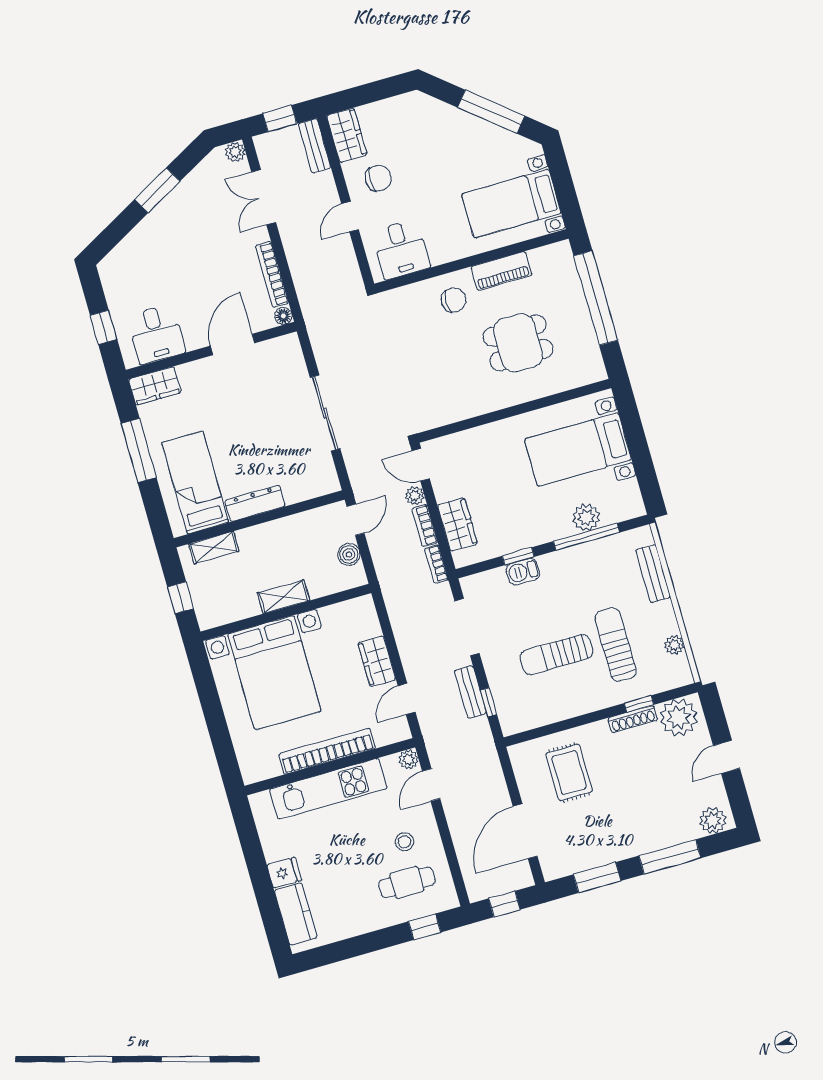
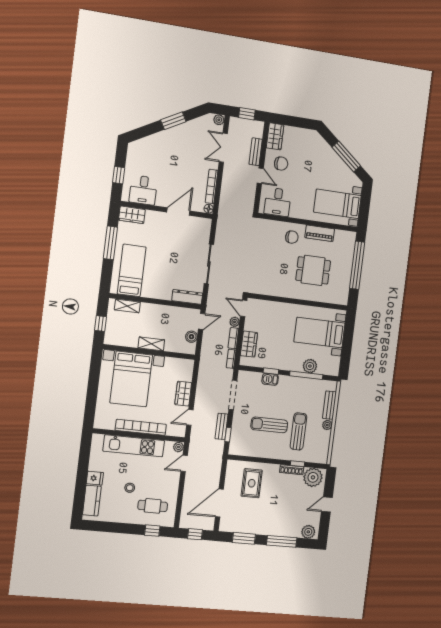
bench: (315, 146) -> (256, 152), moved
door: (350, 217) -> (260, 176), swing flipped
dresser: (255, 503) -> (187, 297), moved
plant: (674, 645) -> (327, 425), moved
stool: (404, 842) -> (130, 488), moved

